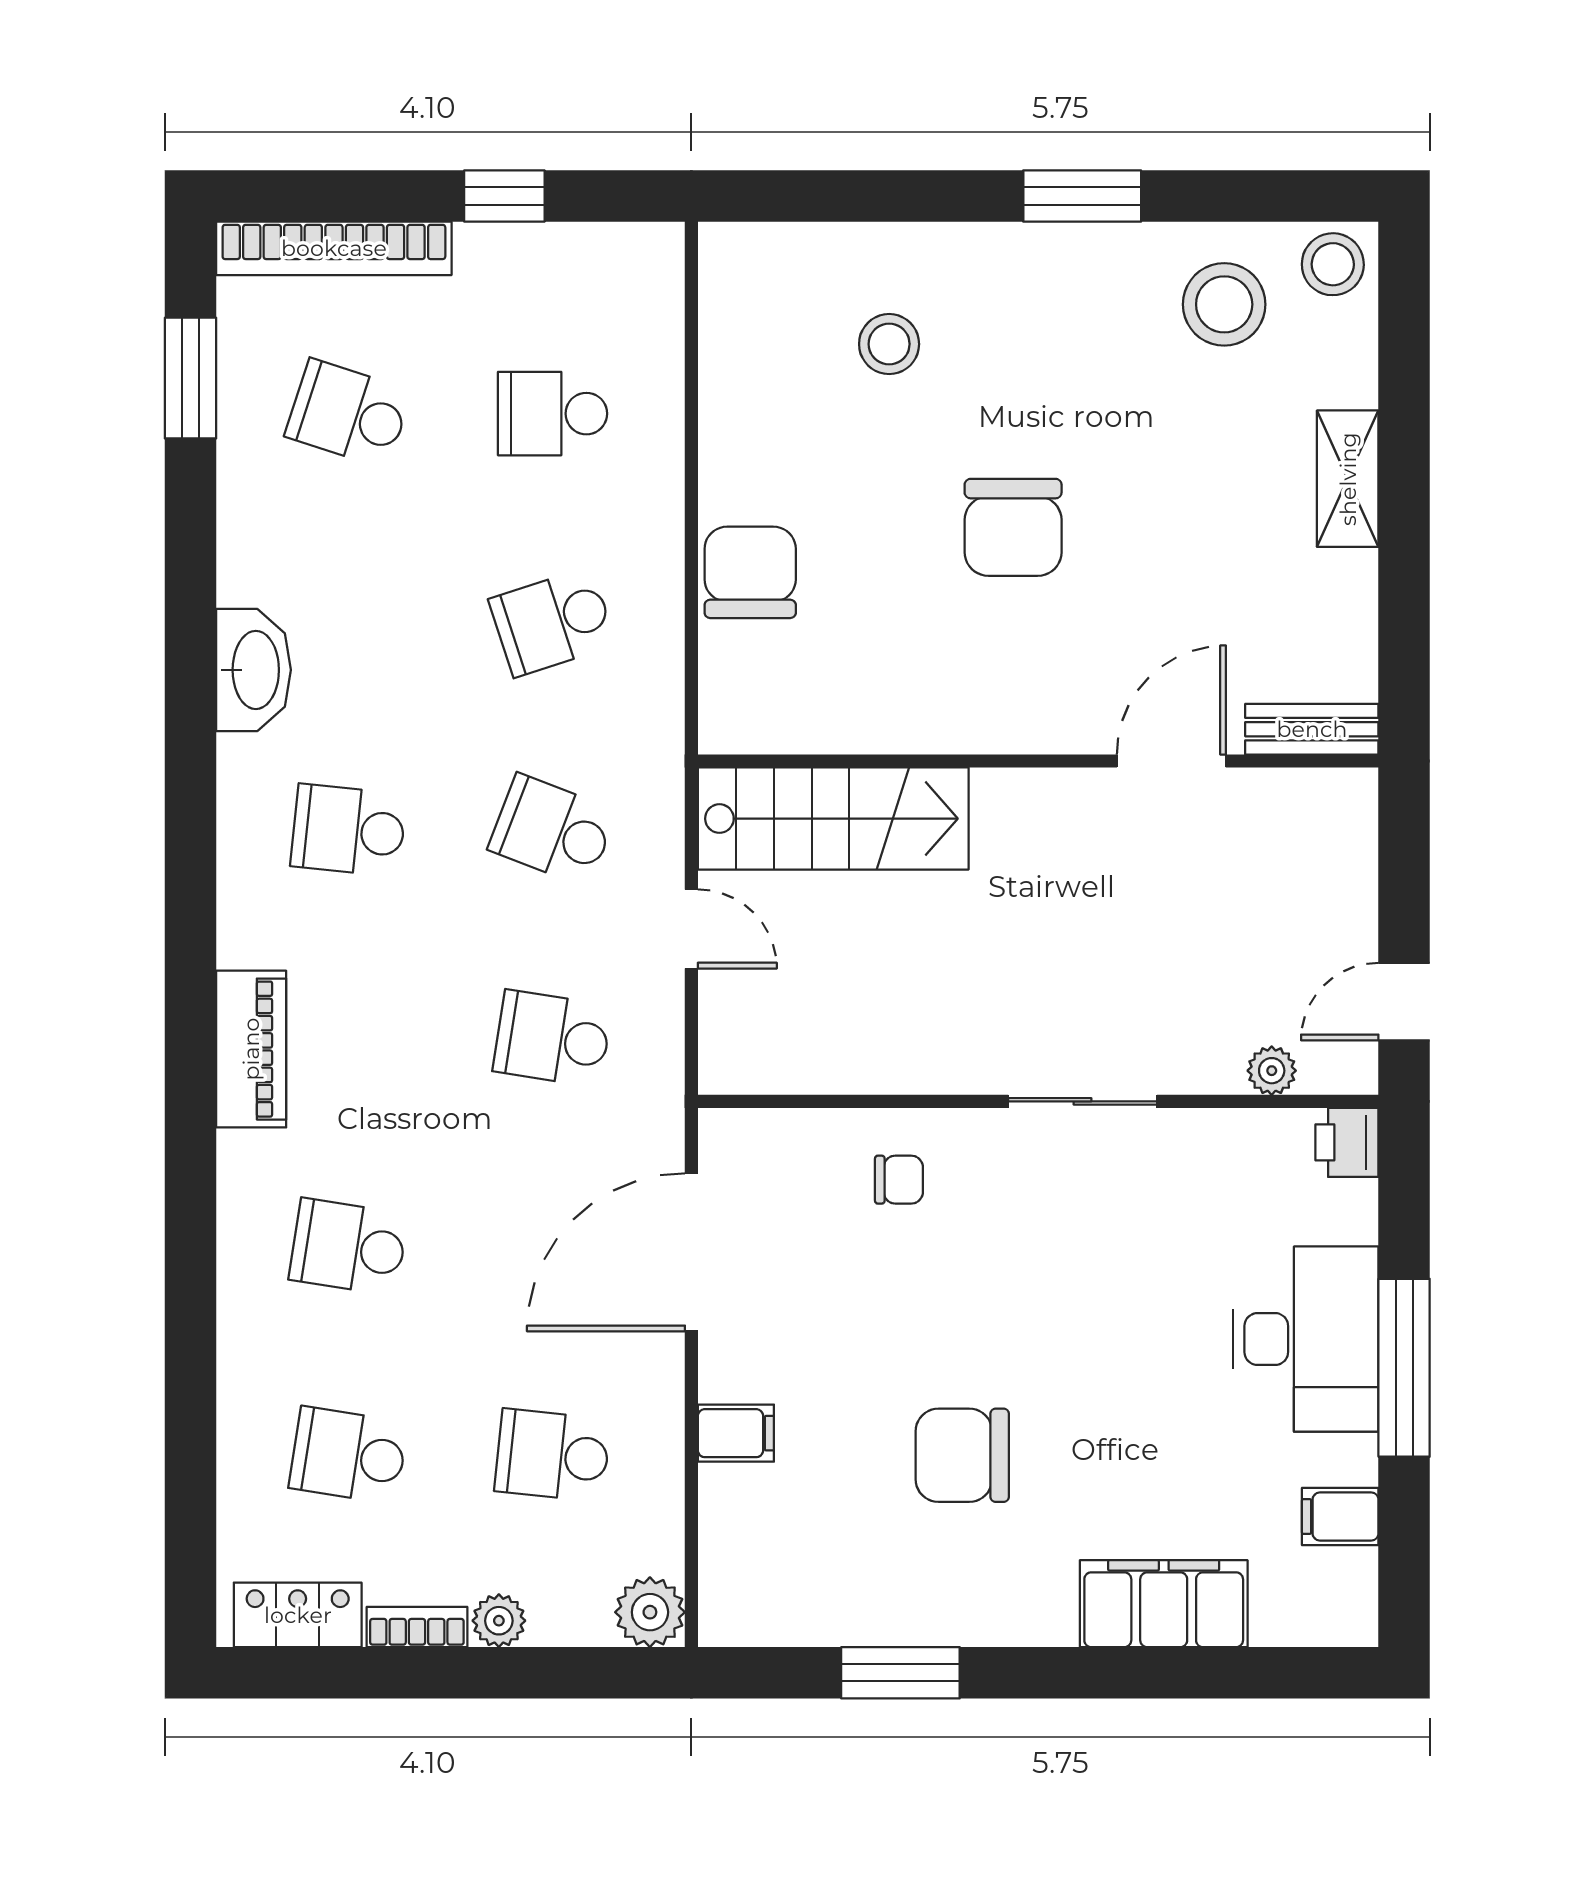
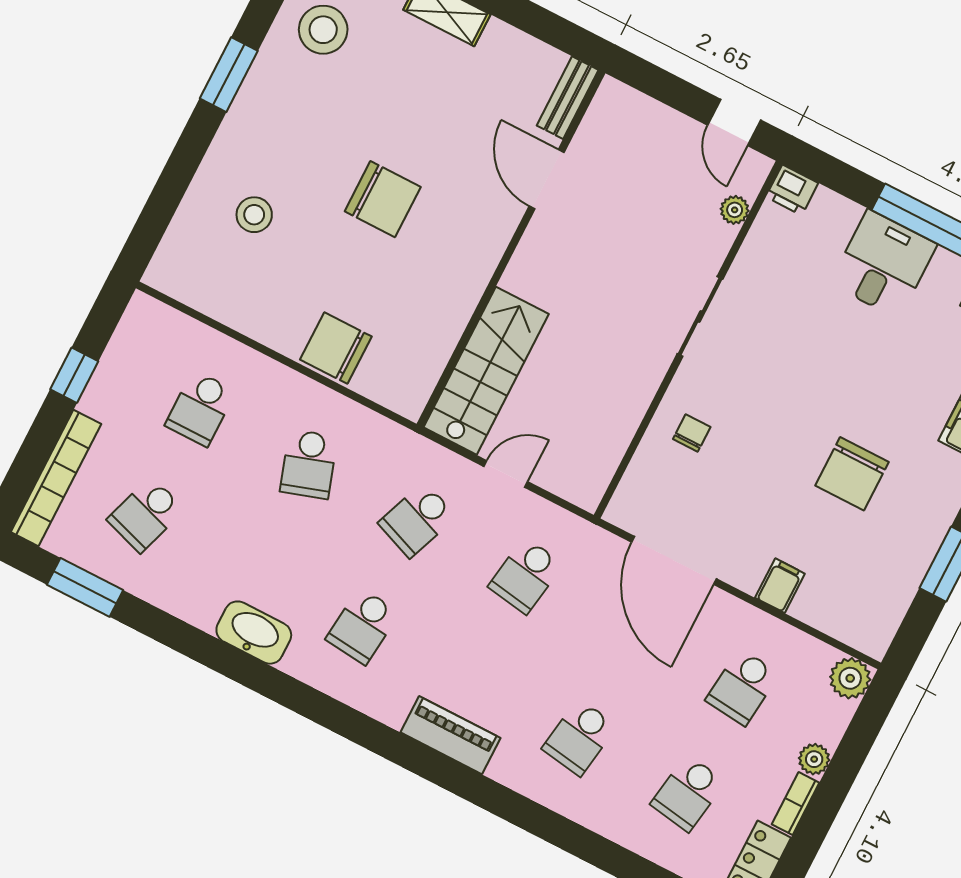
desk: (1306, 1339) -> (883, 264), width x0.73

